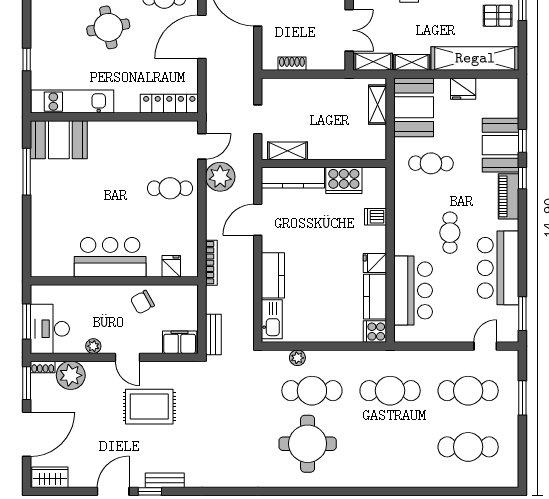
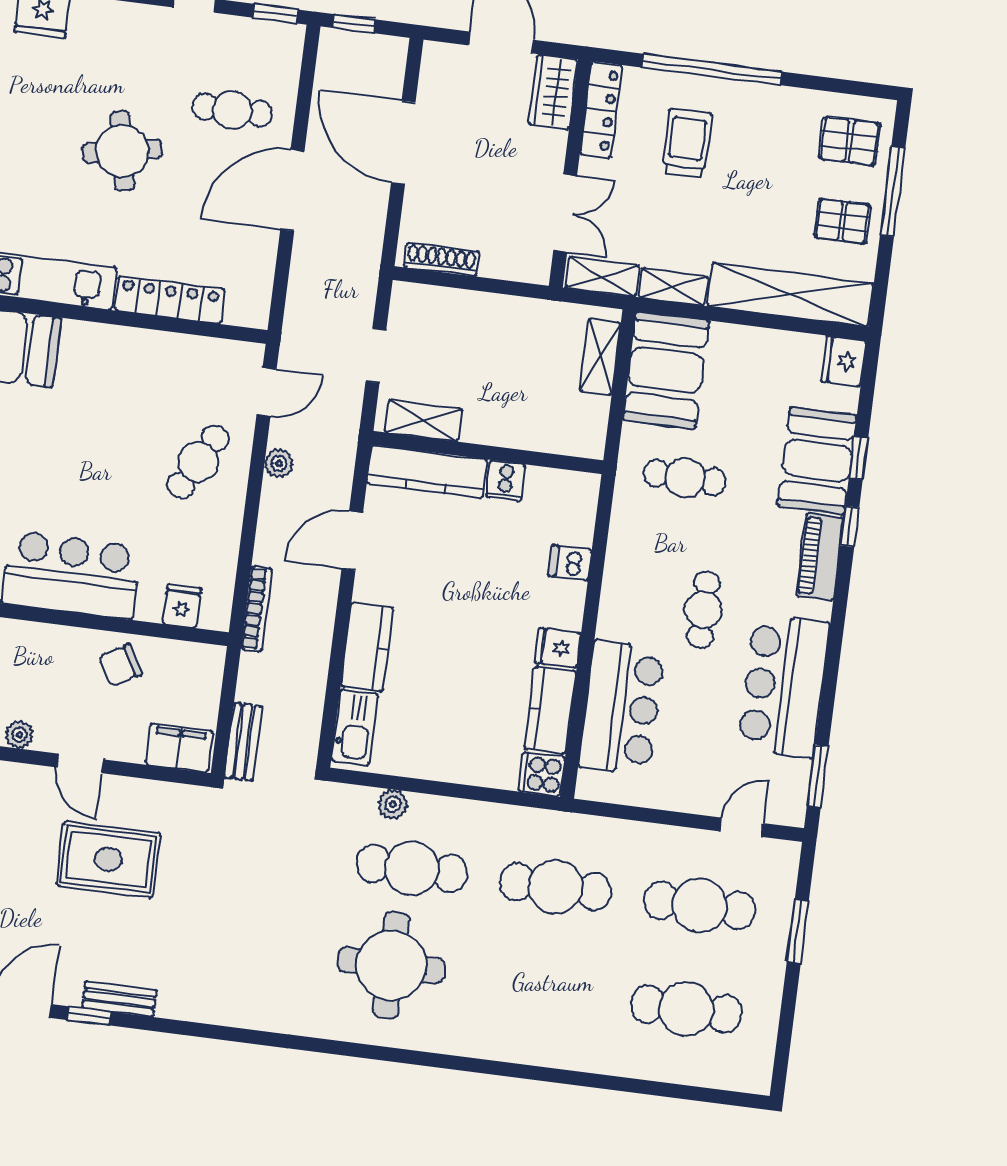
shoe rack: (292, 64) -> (441, 260), width x1.43
fridge: (463, 89) -> (844, 361), moved, turned 90
locker: (169, 104) -> (170, 300), moved
plant: (220, 177) -> (279, 463), width x0.53, depth x0.53
cooker: (344, 180) -> (506, 481), width x0.53, depth x0.76
cafe table: (170, 188) -> (198, 462), turned -61

